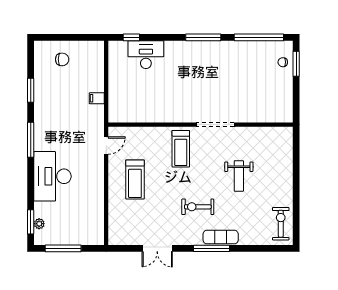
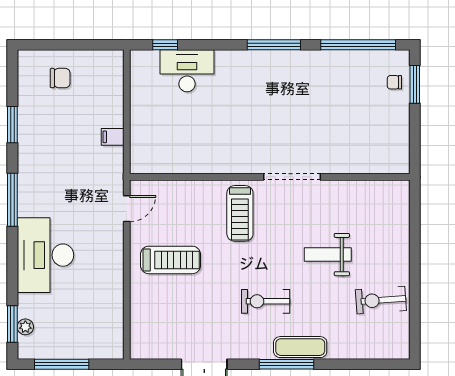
weight bench: (239, 176) -> (328, 255), turned 90
treadmill: (135, 179) -> (171, 260), turned -90
exercise bike: (281, 224) -> (381, 300), moved, turned -94

